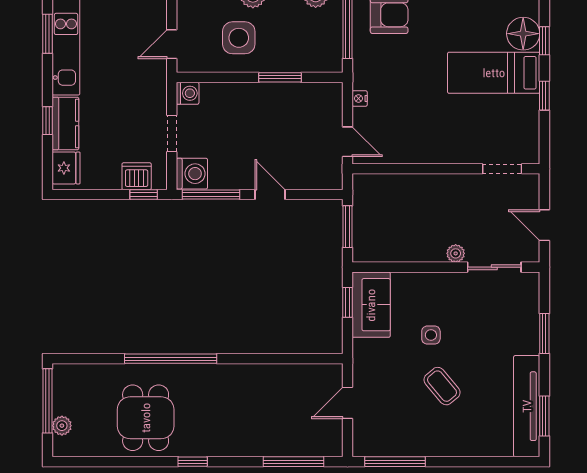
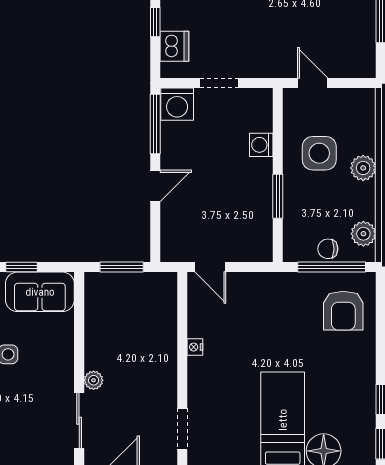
chair: (330, 30) -> (328, 249), added
washing machine: (188, 93) -> (261, 145), moved, turned 90
nightstand: (360, 98) -> (195, 347), moved, turned -90
door: (348, 142) -> (210, 267), hinge flipped
window: (144, 195) -> (155, 22), moved
window: (348, 302) -> (21, 267), moved

